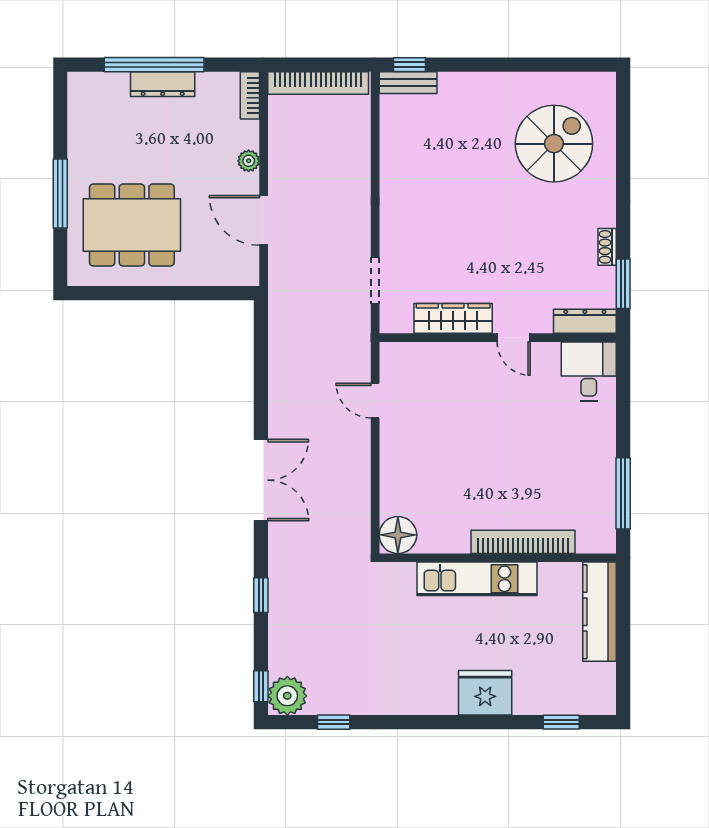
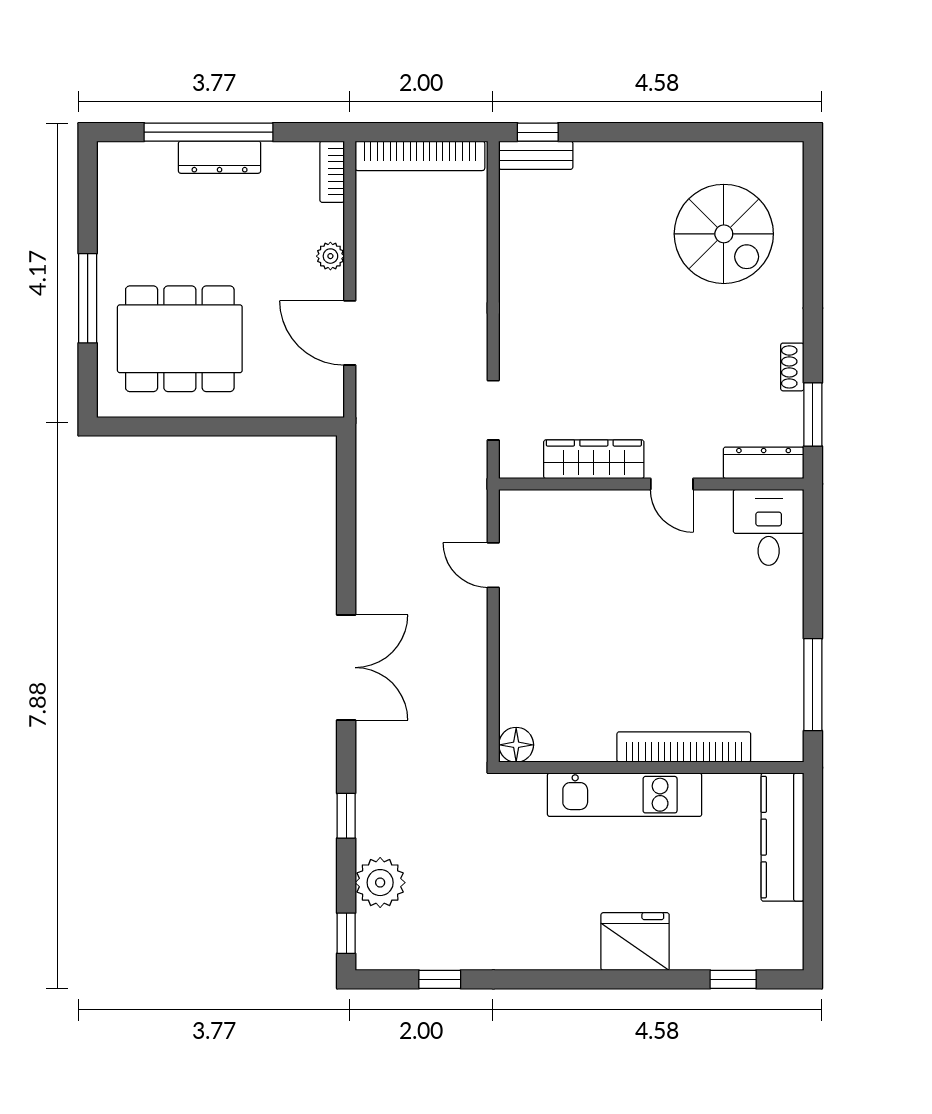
spiral stairs: (554, 144) -> (724, 234), turned 90
floor lamp: (398, 535) -> (516, 745), width x0.73, depth x0.73
plant: (287, 696) -> (380, 883), moved

